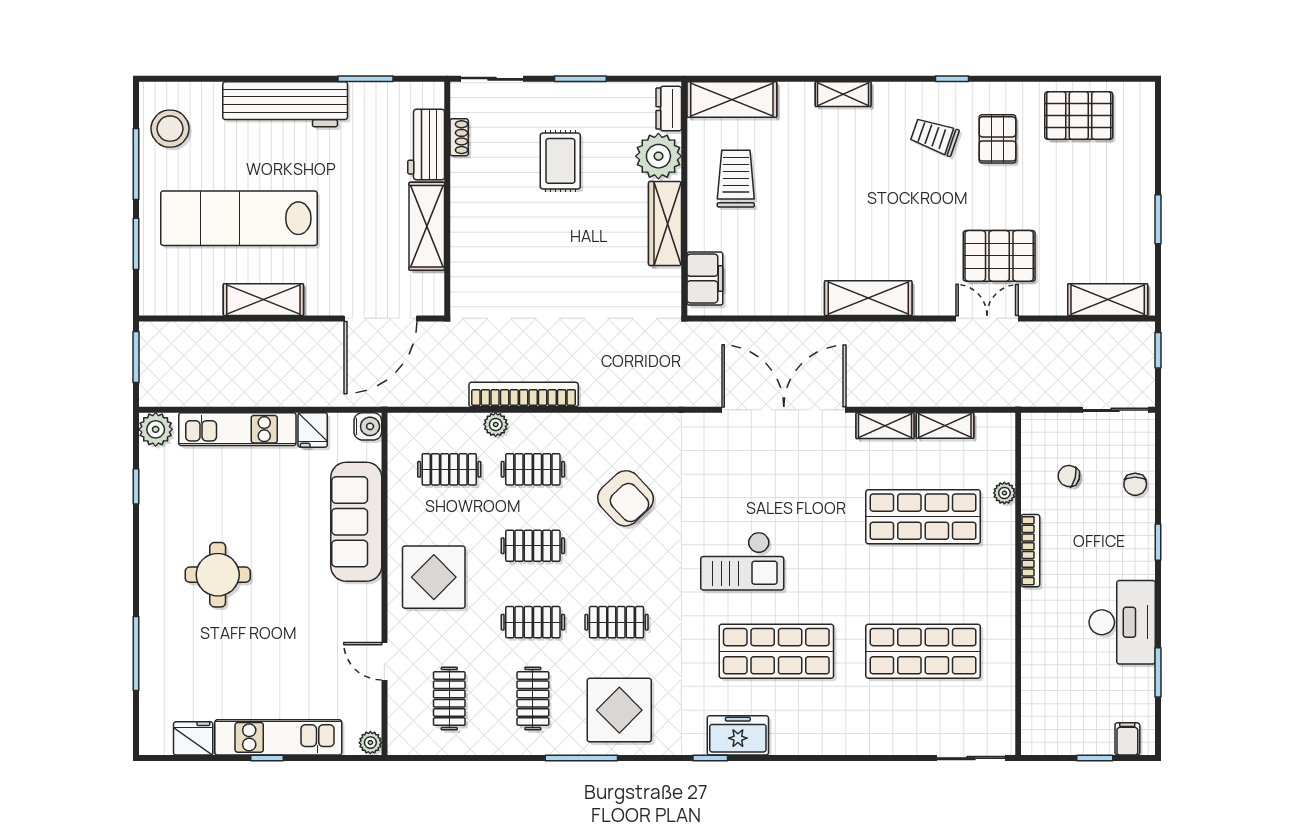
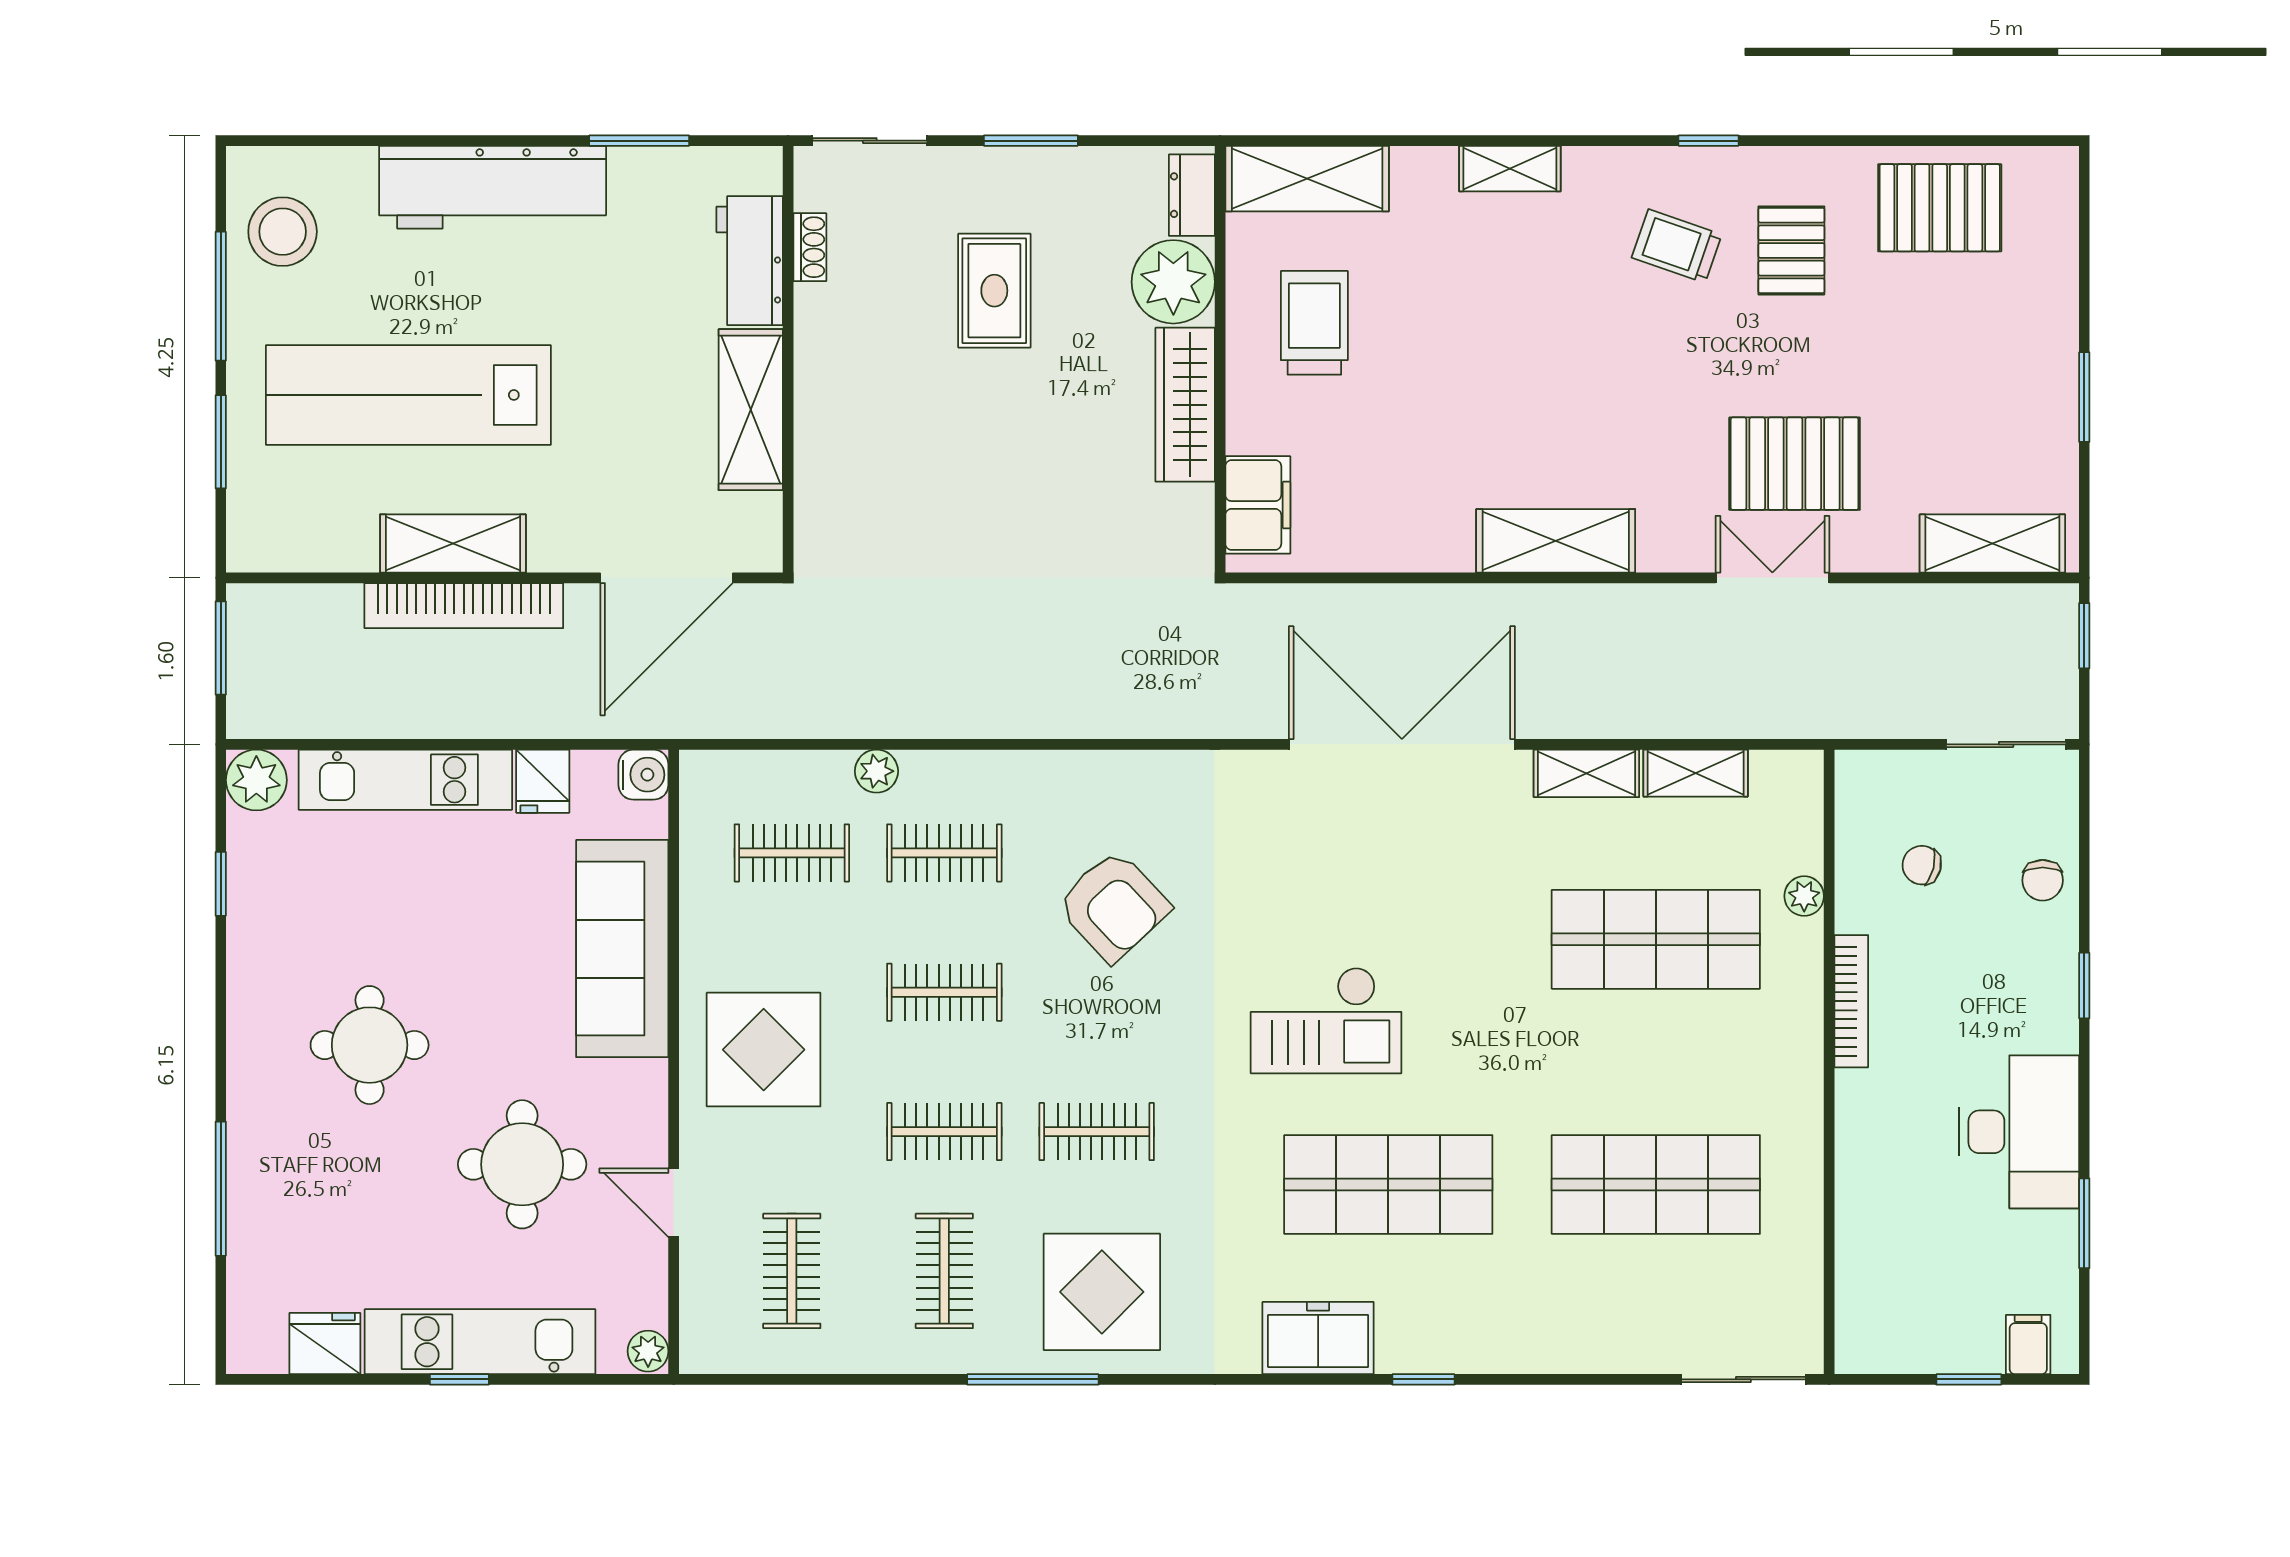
bookcase: (524, 395) -> (464, 606), moved, turned 180
round table: (301, 640) -> (522, 1164), added
window: (710, 758) -> (1423, 1379), moved

